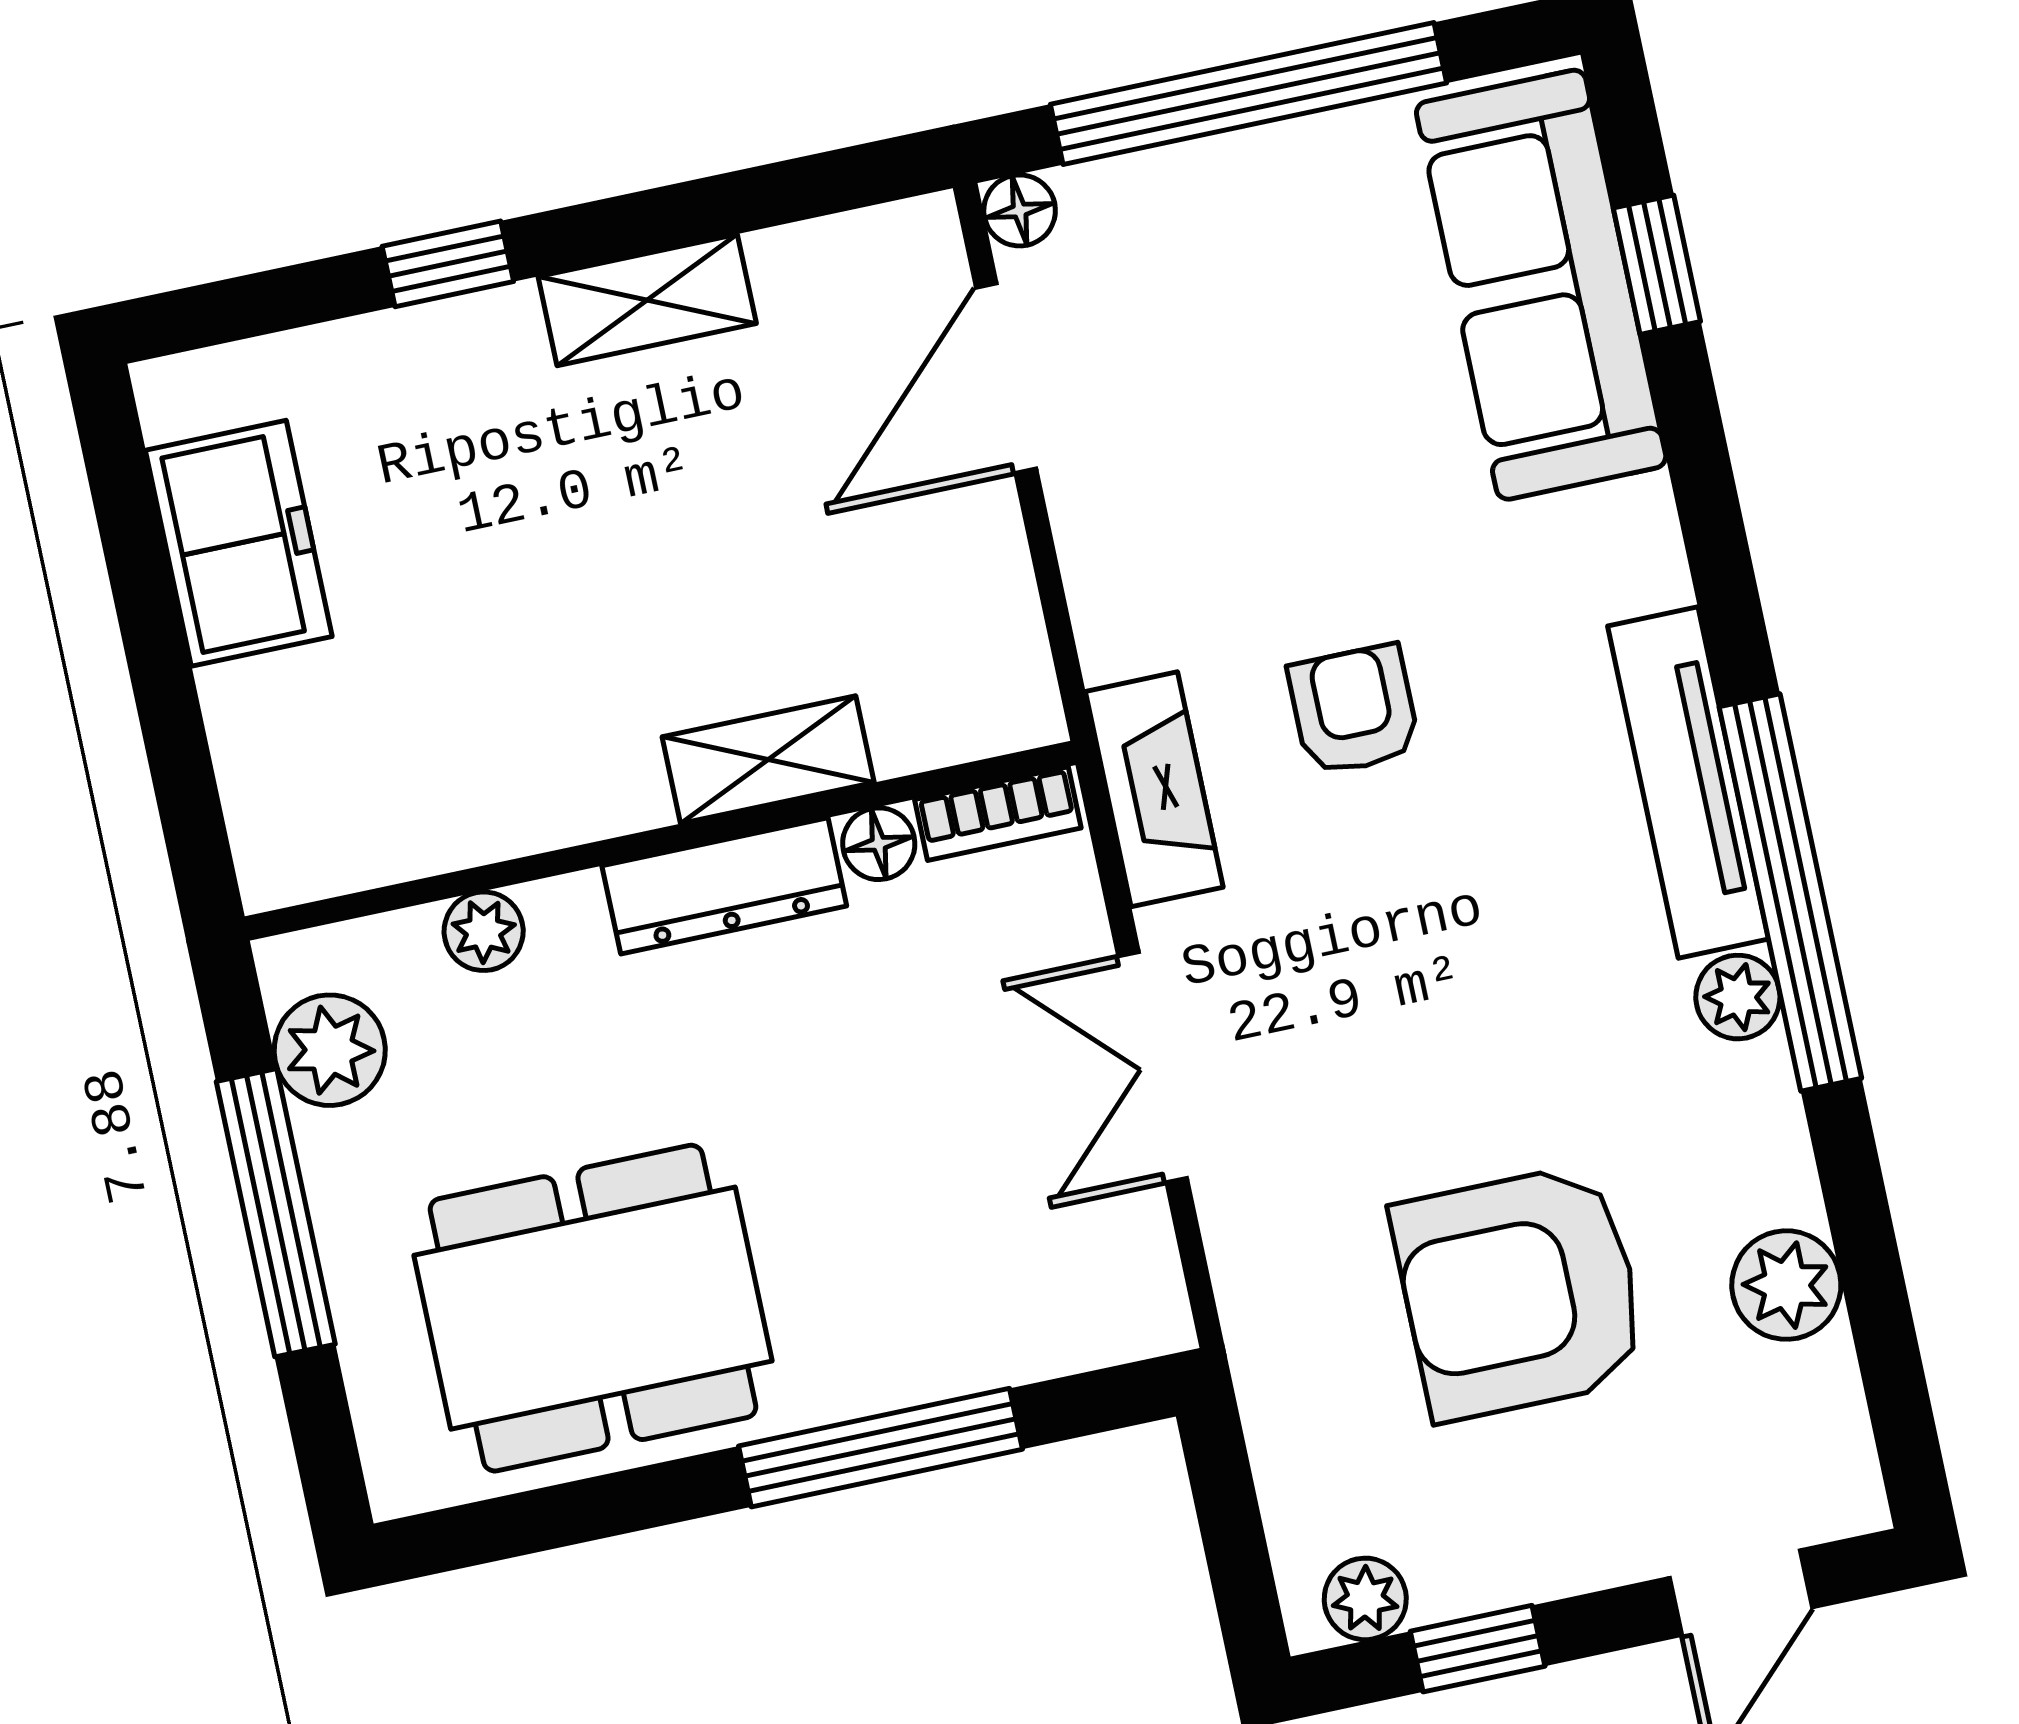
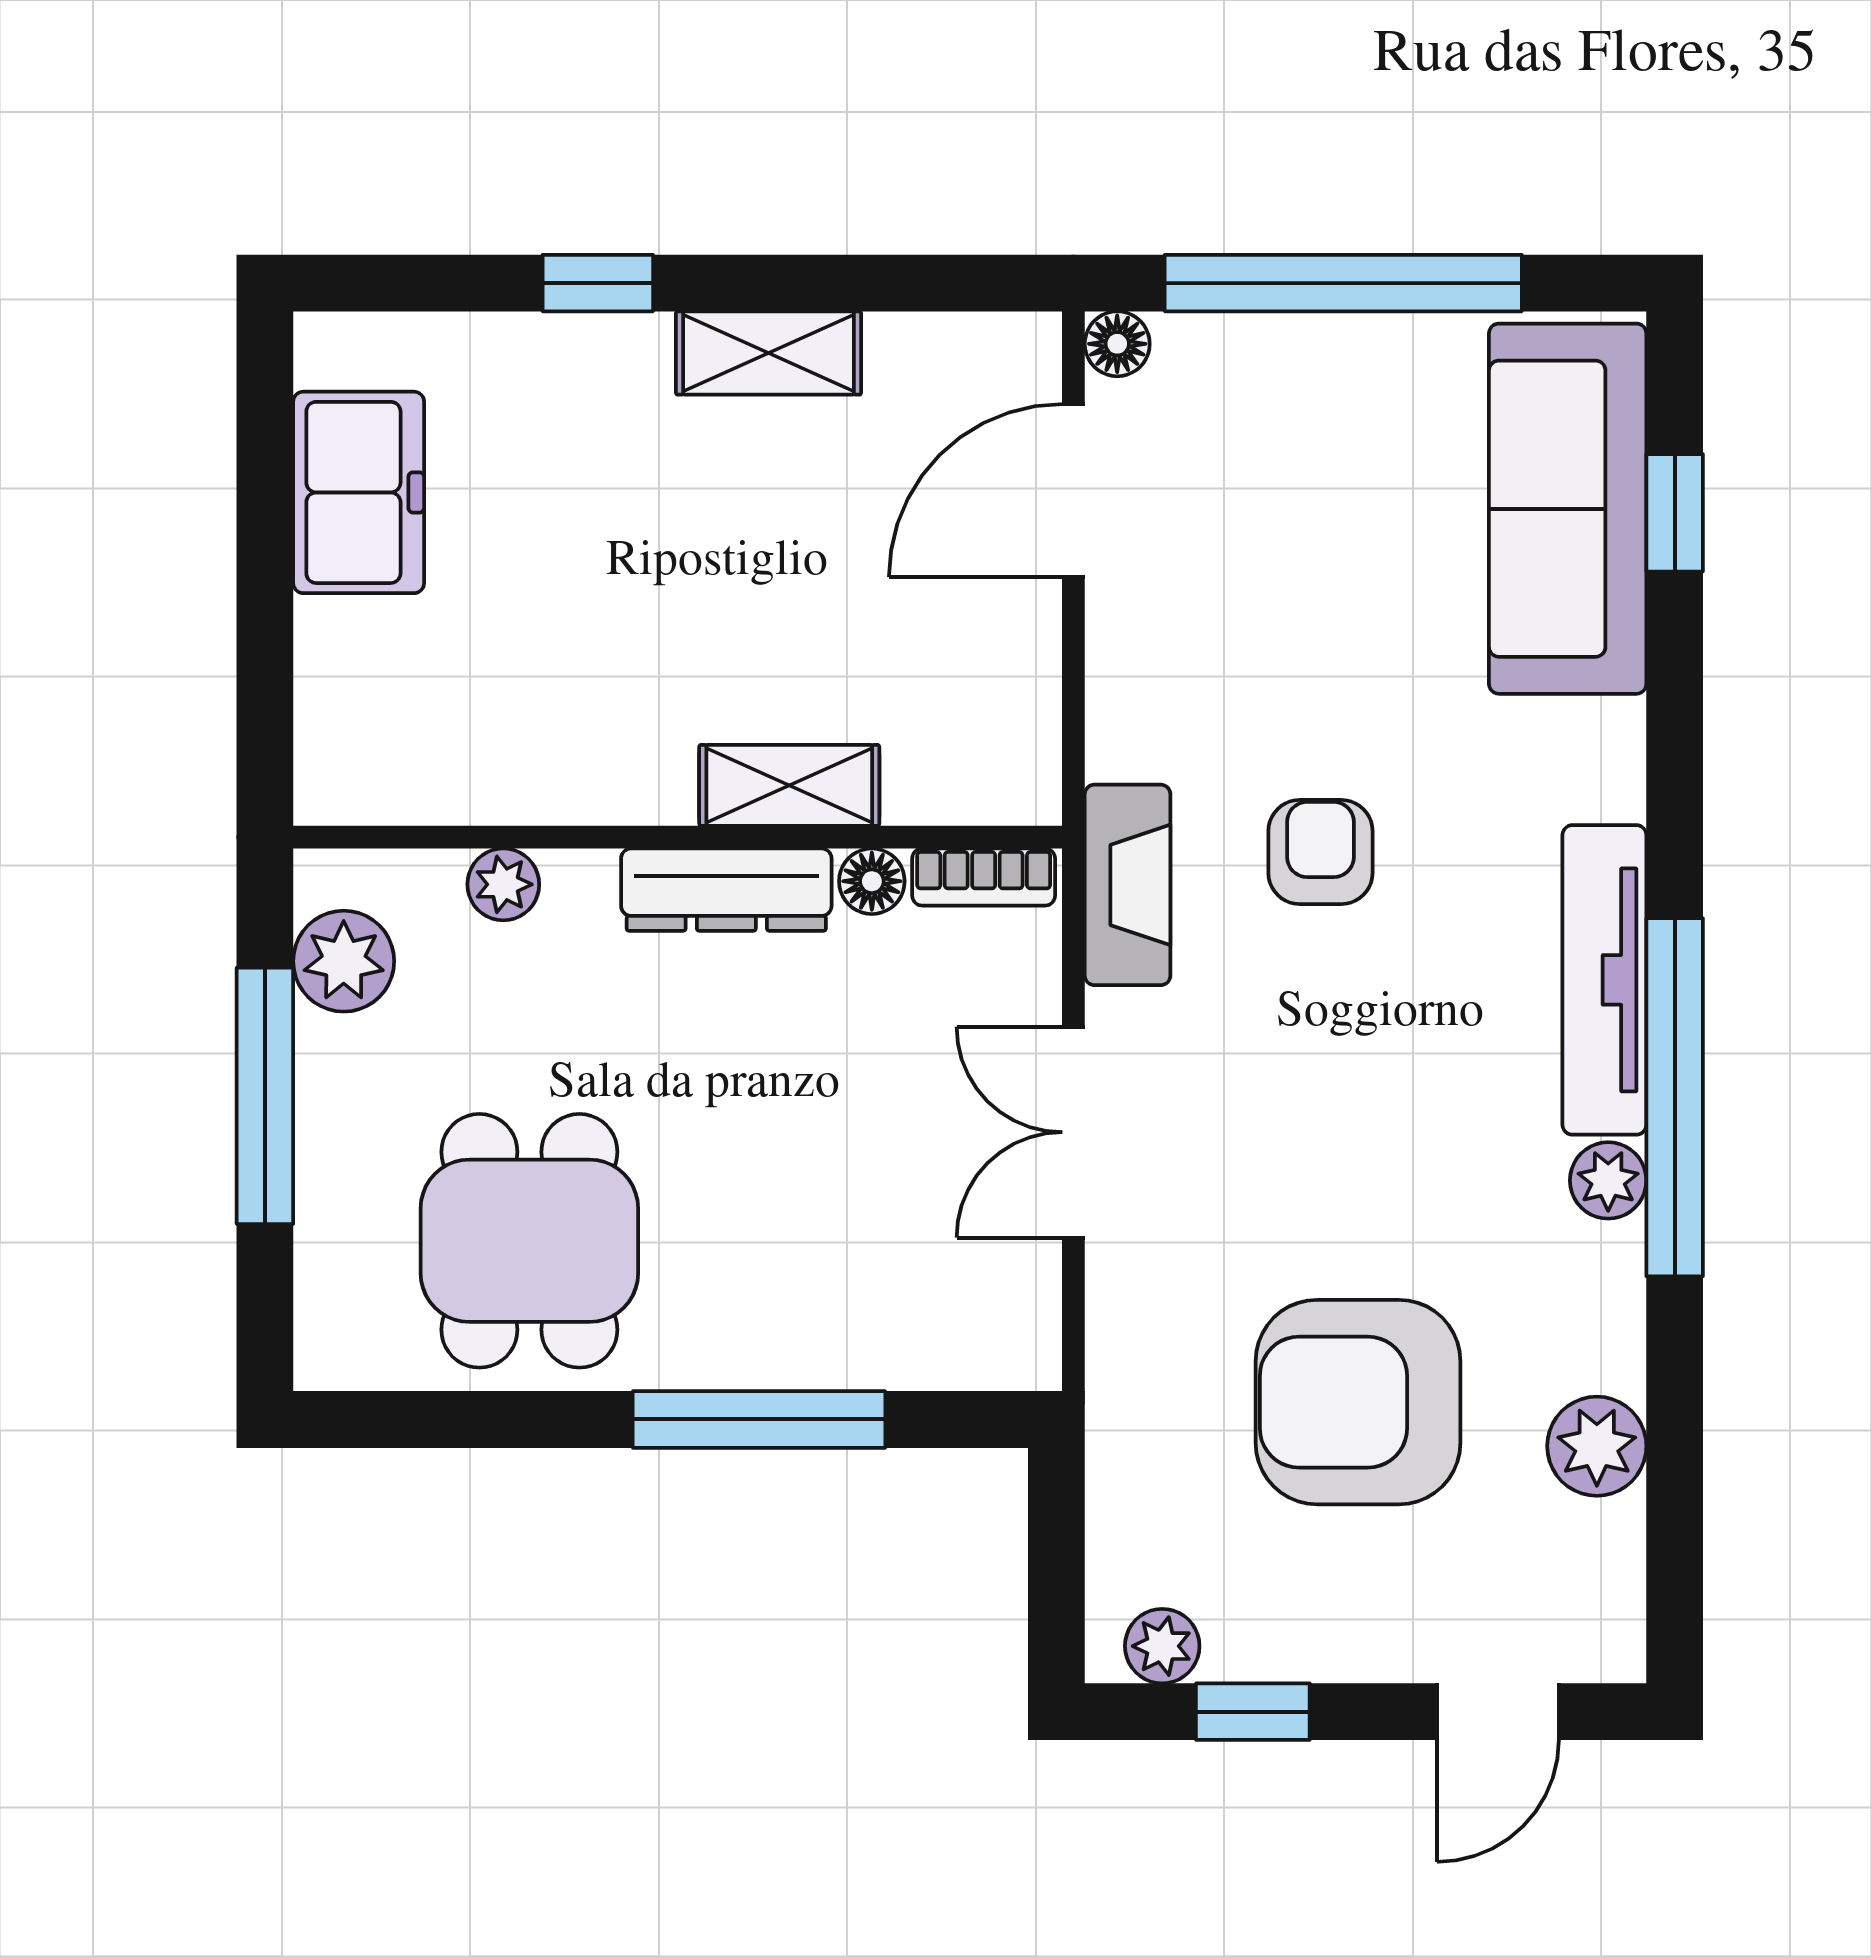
dining table: (593, 1308) -> (529, 1241), width x0.73

